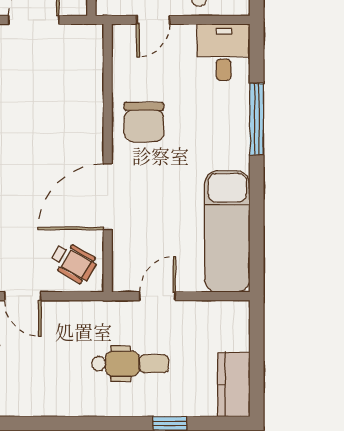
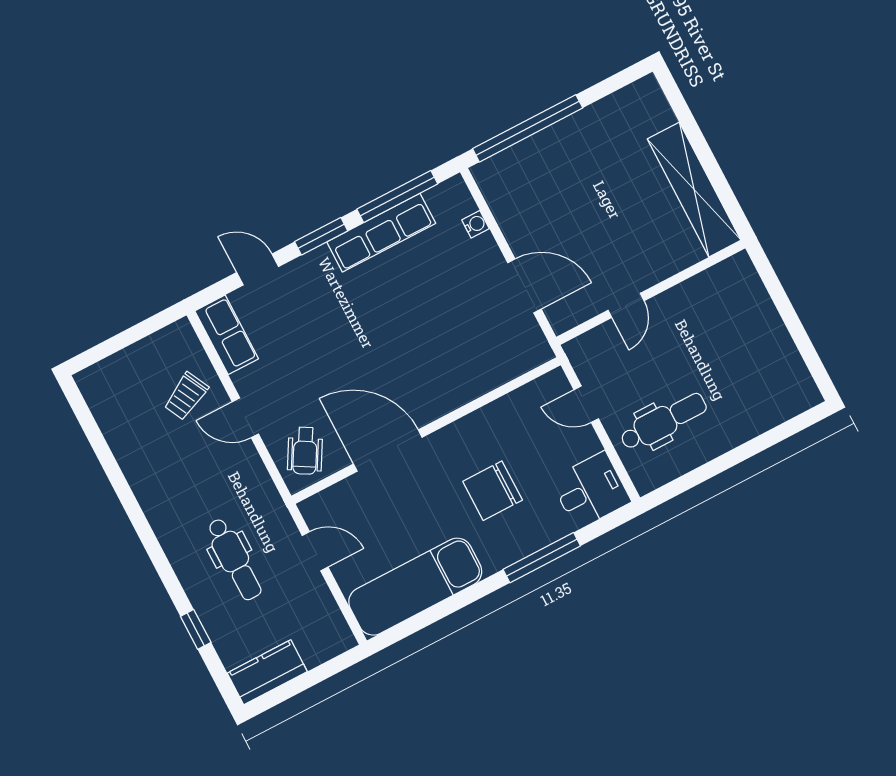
chair: (144, 122) -> (493, 491), moved
door: (23, 296) -> (245, 418), hinge flipped

